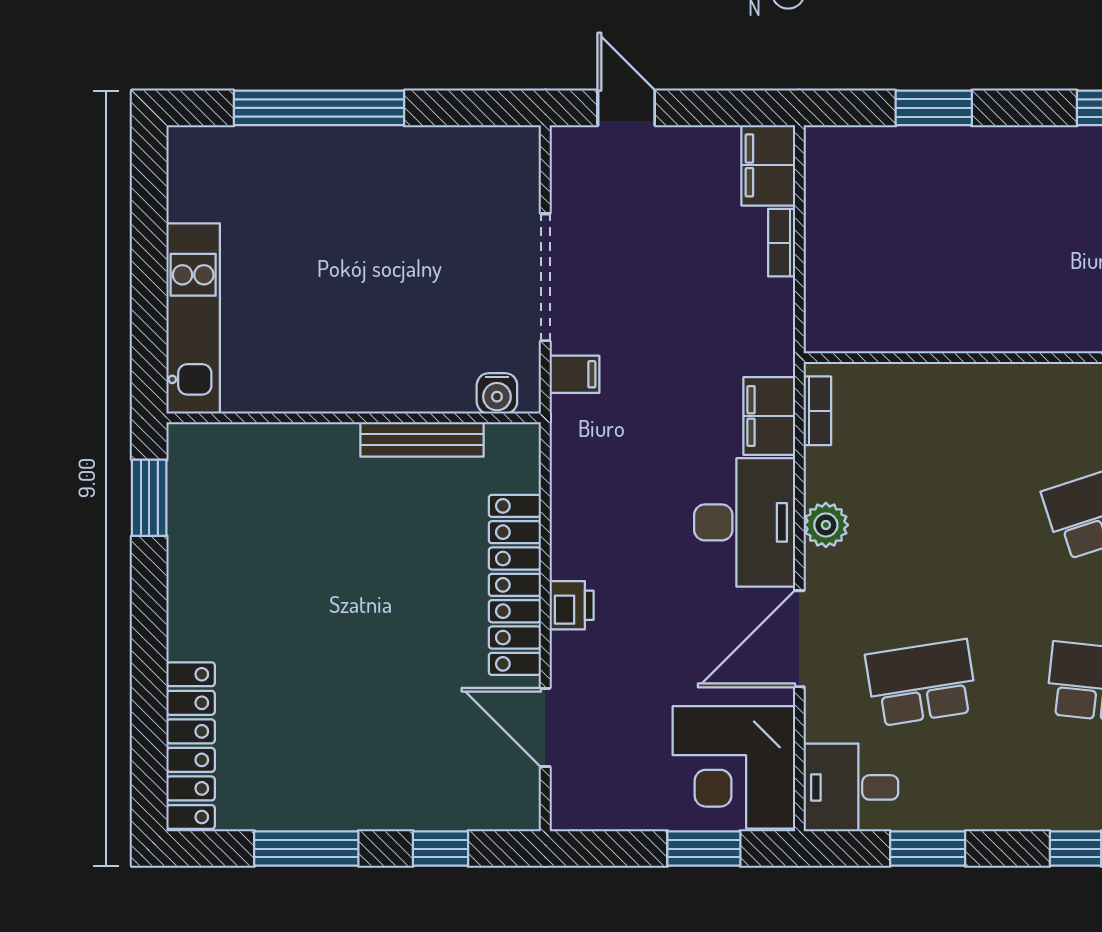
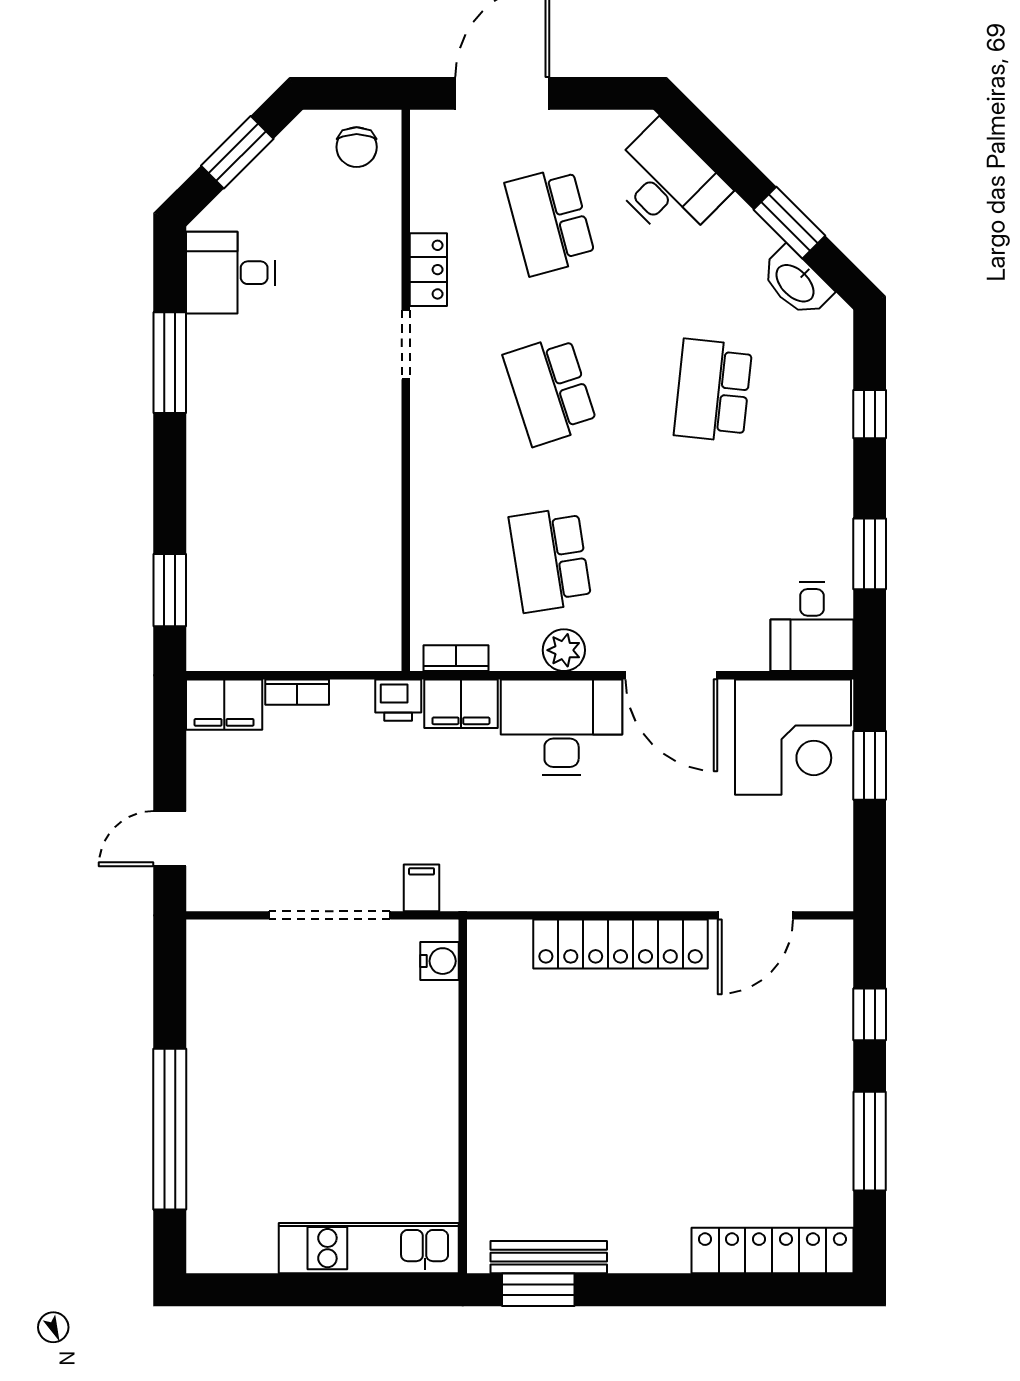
window: (934, 108) -> (170, 590), moved
bench: (422, 439) -> (549, 1257), moved, turned 90
printer: (572, 605) -> (398, 700), moved, turned 180
school desk: (921, 683) -> (550, 560), moved

